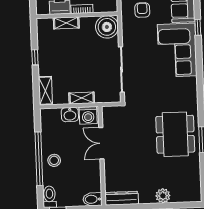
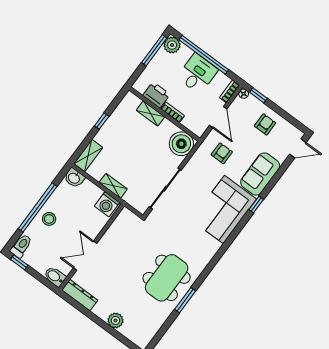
washbasin: (70, 115) -> (74, 178), moved
double door: (101, 143) -> (85, 256), moved

